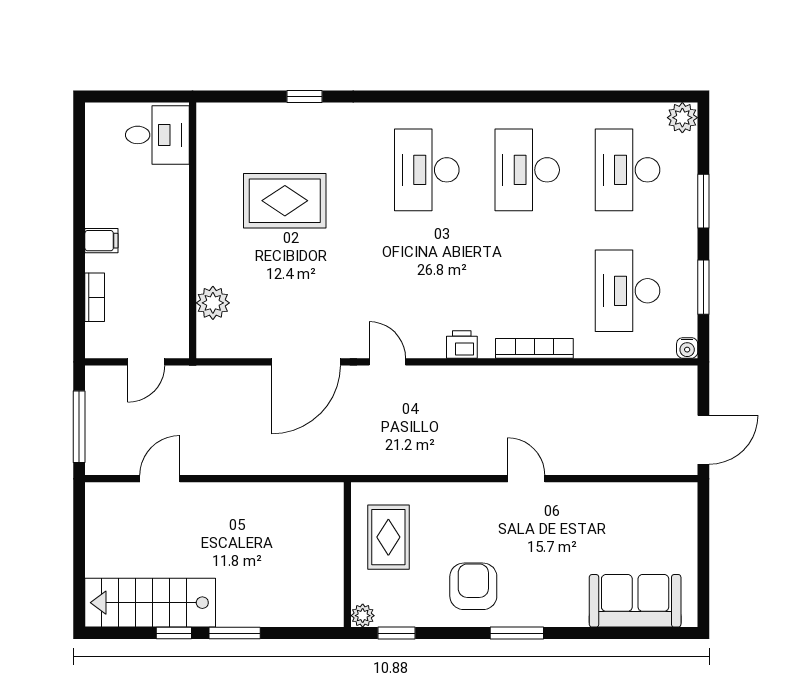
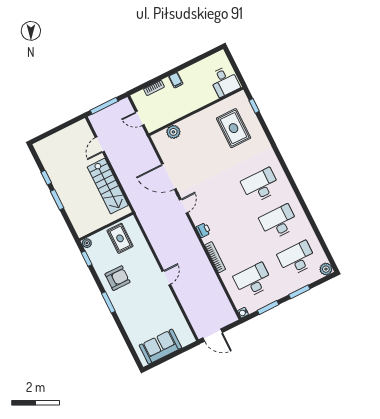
window: (305, 96) -> (254, 106), moved
rug: (285, 201) -> (234, 128), moved
door: (160, 479) -> (100, 145), swing flipped
rug: (388, 537) -> (120, 238), turned 90
sofa: (635, 601) -> (160, 347), moved, turned -90
stairs: (150, 603) -> (108, 186), moved, turned 180

